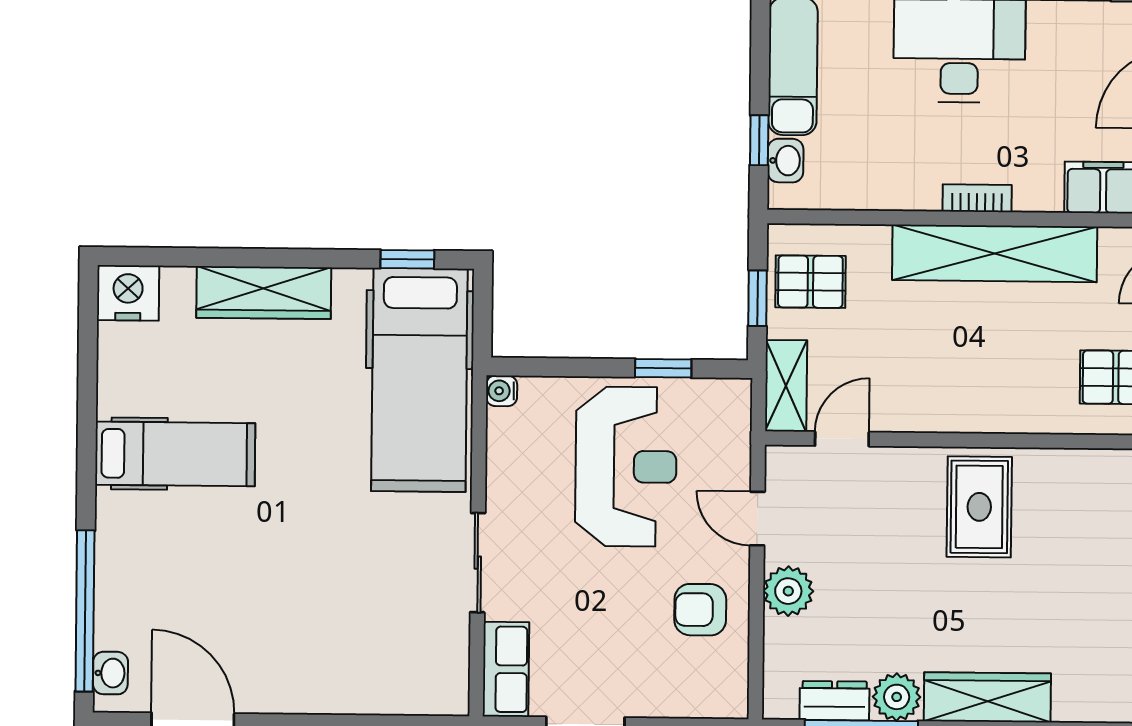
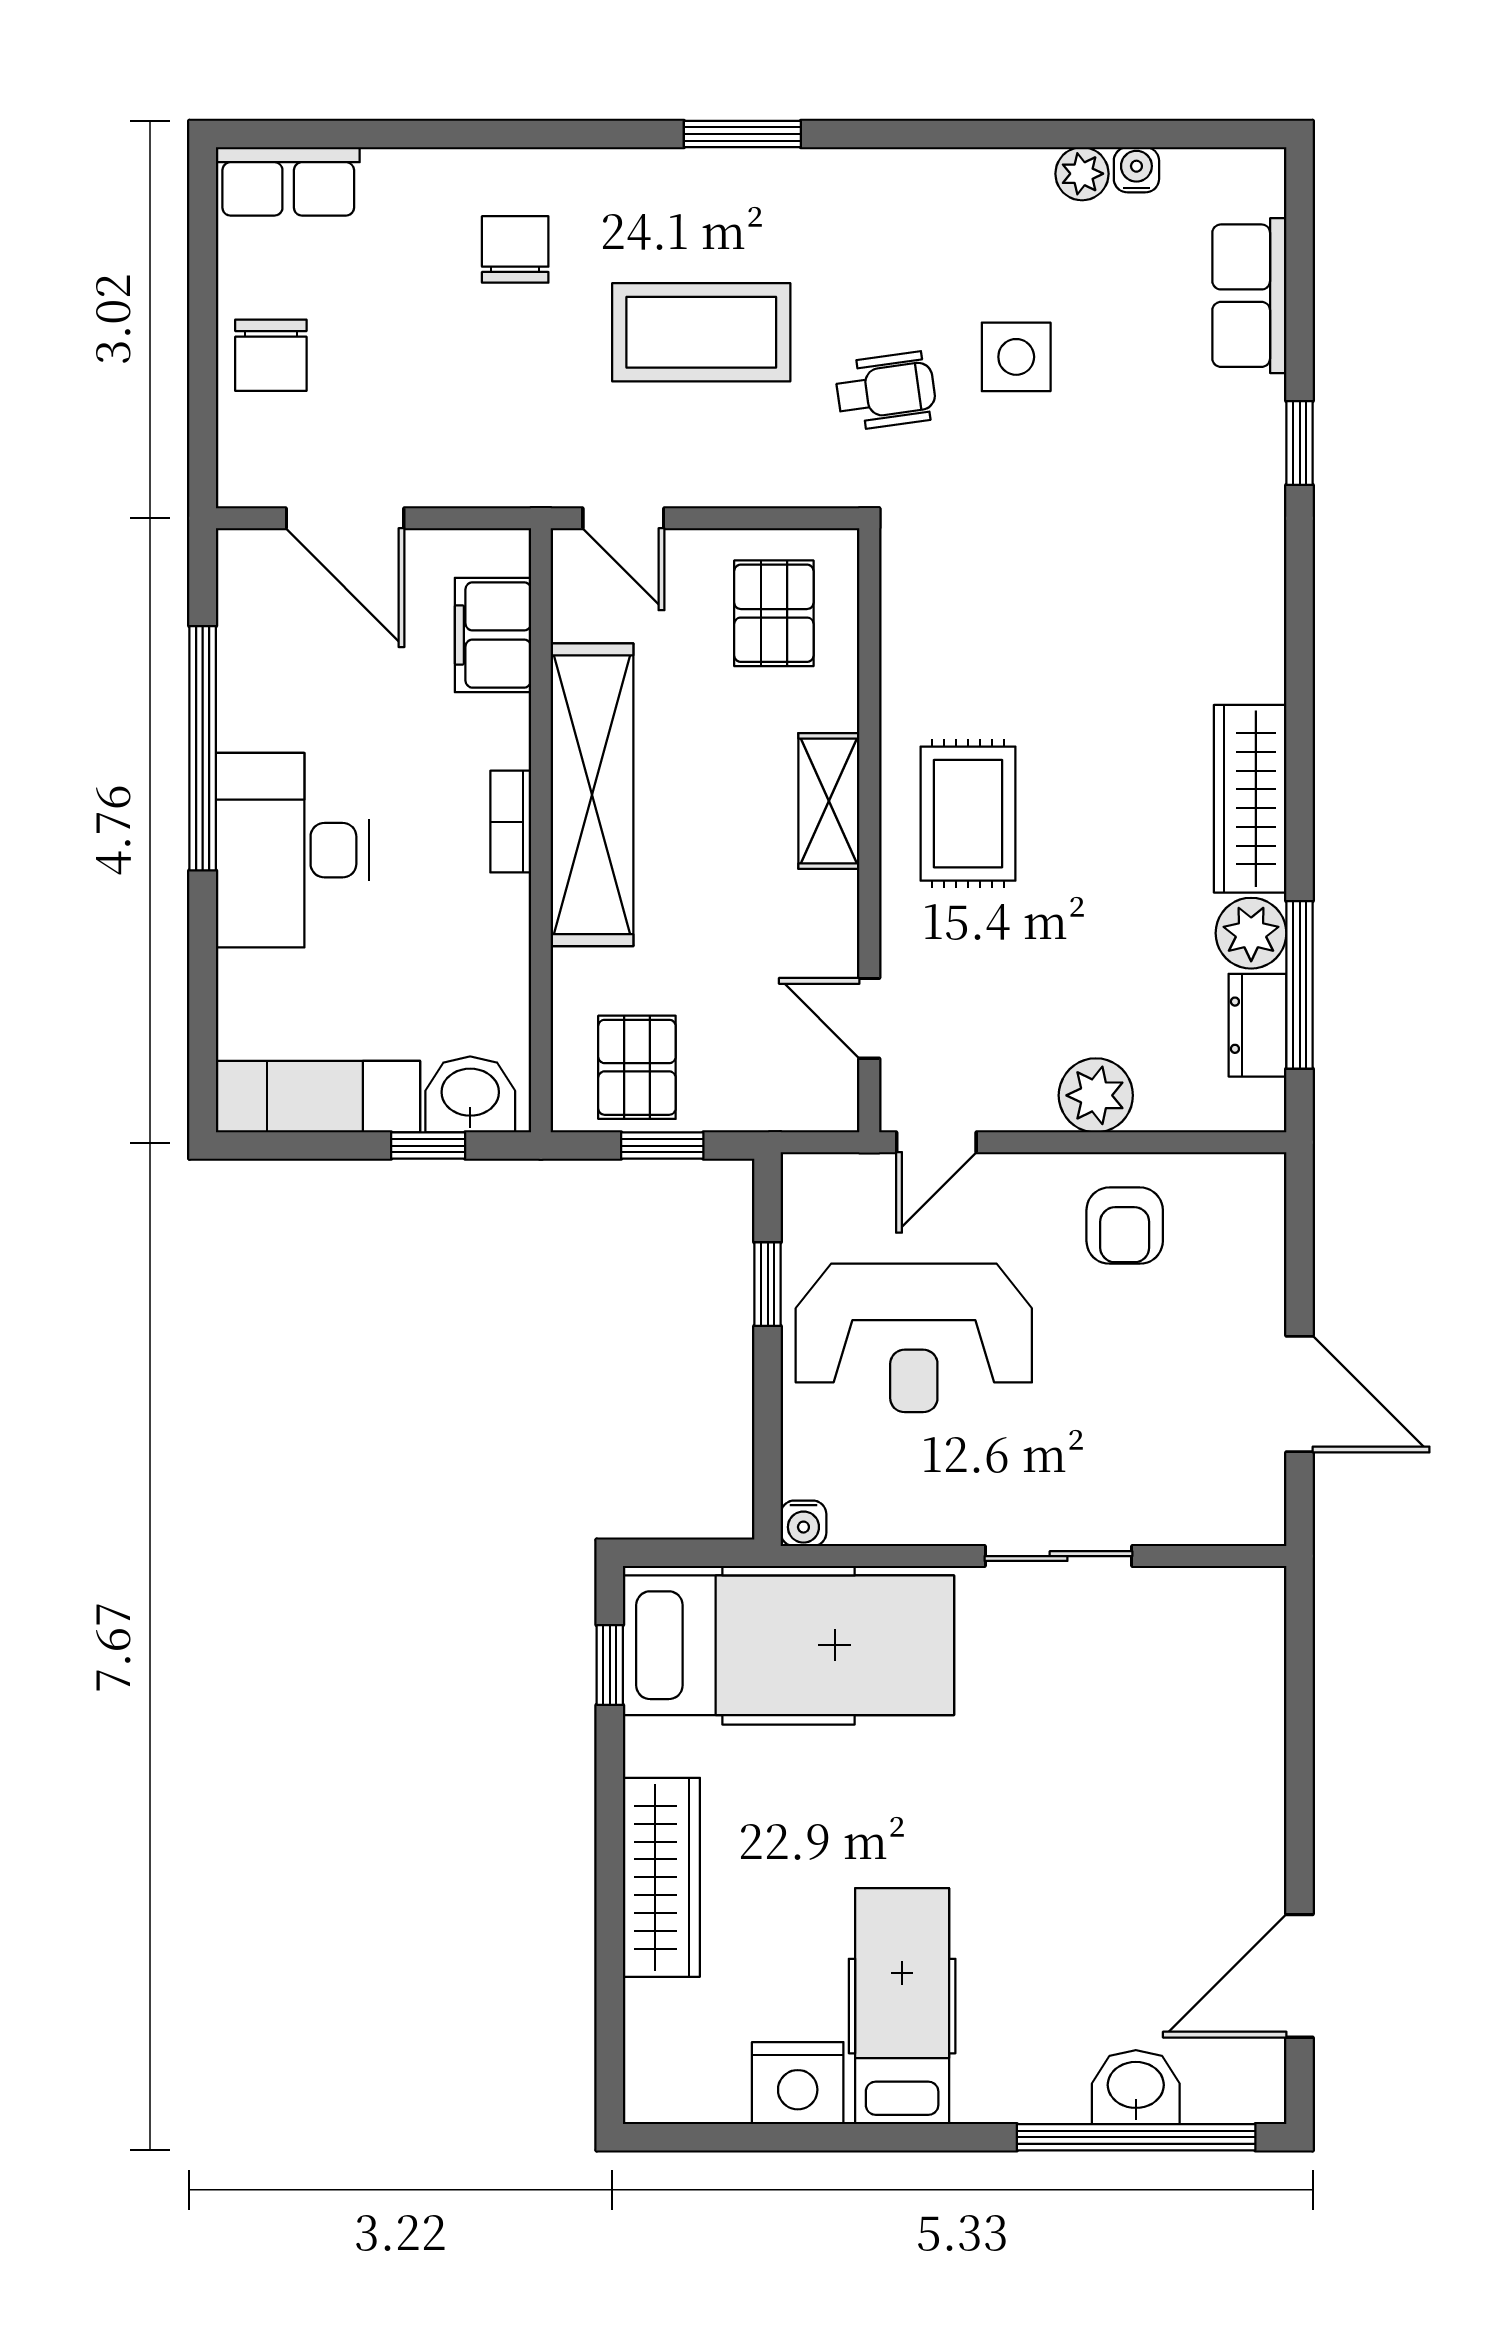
washbasin: (785, 161) -> (470, 1094), width x1.38, depth x1.45
nightstand: (128, 293) -> (798, 2083), moved, turned -90
shelving: (786, 386) -> (829, 801), moved, turned 90
reception desk: (626, 467) -> (914, 1338), turned 180
rug: (979, 507) -> (968, 814), turned 90
door: (757, 519) -> (936, 1142), moved
row of seats: (506, 669) -> (1216, 1513), removed
washbasin: (110, 673) -> (1136, 2087), moved, width x1.38, depth x1.45

